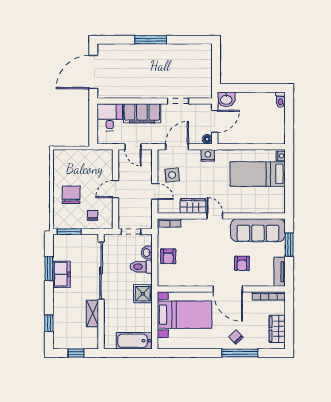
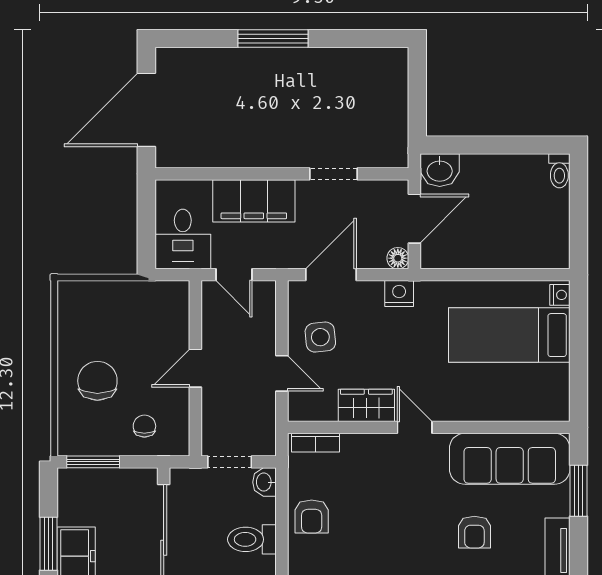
desk: (110, 117) -> (183, 239), moved, turned 180
washbasin: (147, 253) -> (264, 482), moved

